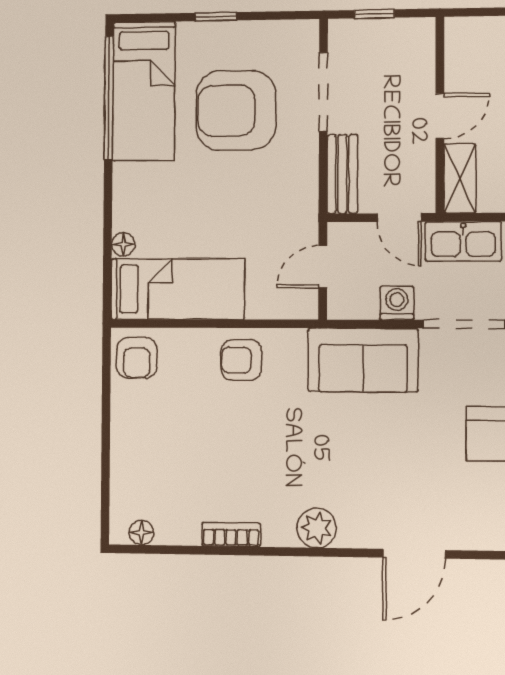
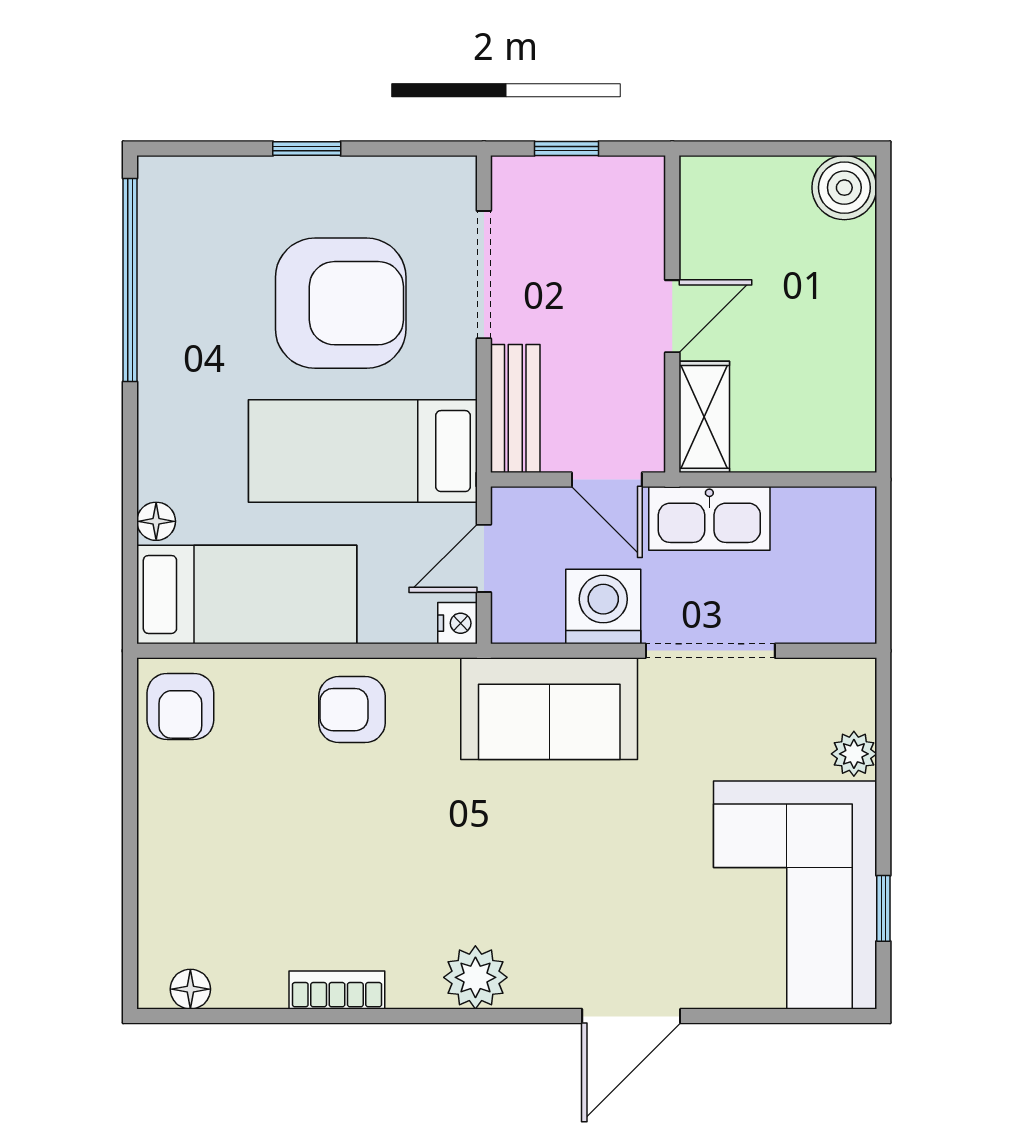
bed: (144, 91) -> (363, 451), moved, turned 90
armchair: (236, 110) -> (341, 303), turned 180
washing machine: (397, 303) -> (603, 607), width x1.38, depth x1.38
nightstand: (306, 307) -> (457, 623), added

